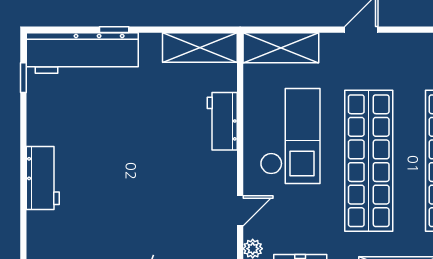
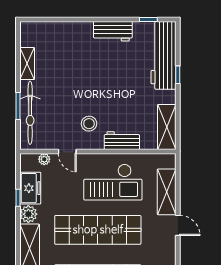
shelving: (281, 48) -> (167, 192), moved
stool: (194, 175) -> (89, 124), added
workbench: (43, 178) -> (113, 31), moved

